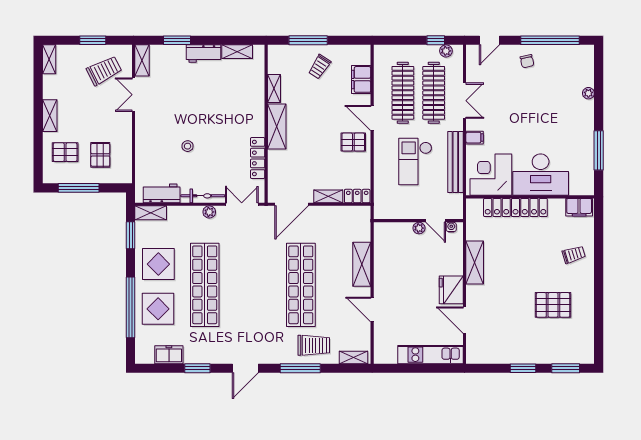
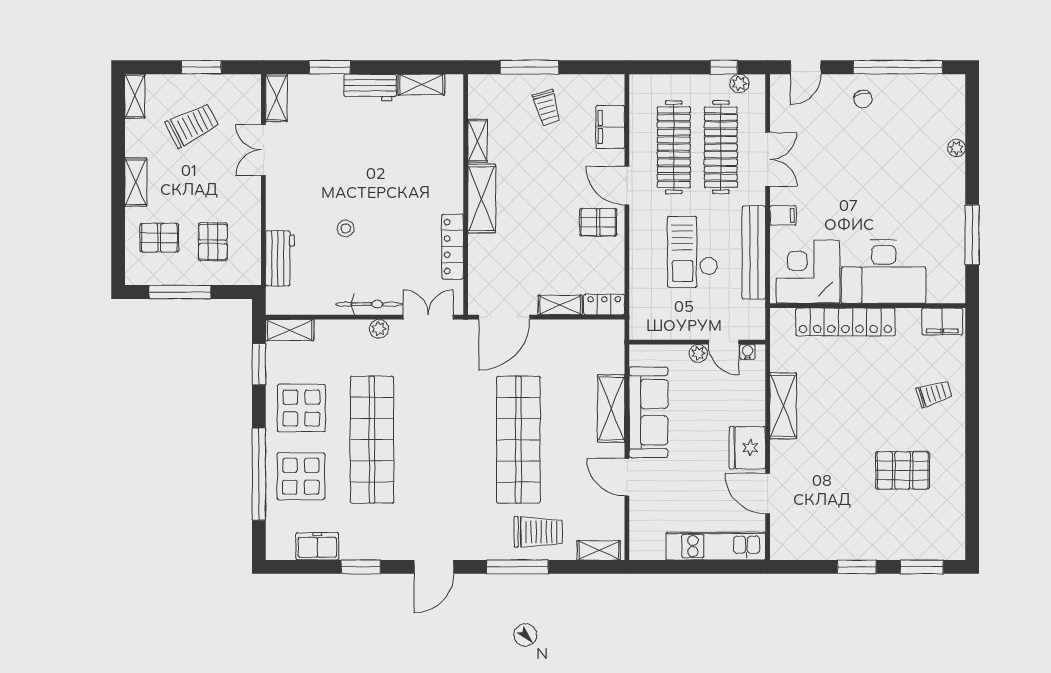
trolley: (320, 67) -> (547, 108), turned -49
trolley: (104, 70) -> (192, 125), moved
workbench: (162, 193) -> (280, 258), moved, turned 90
sofa: (386, 267) -> (648, 412), added

